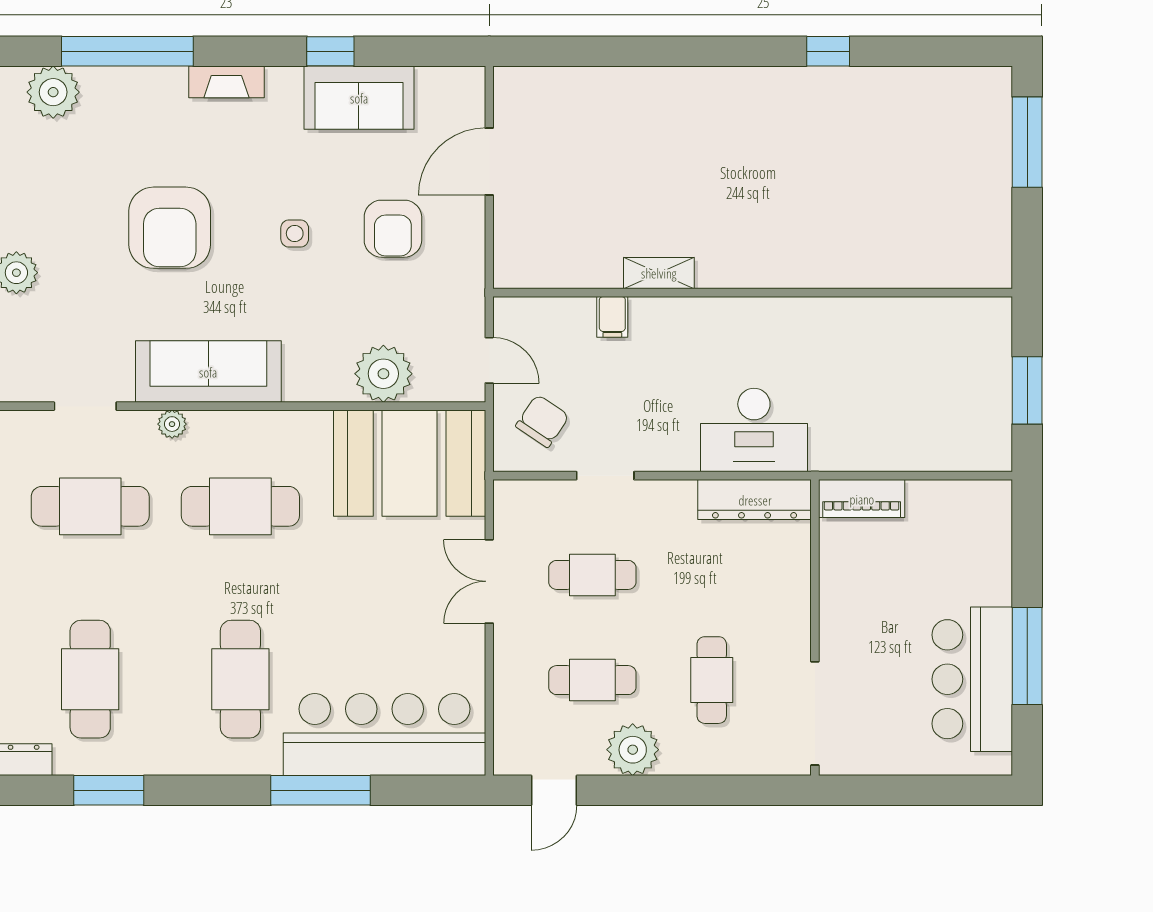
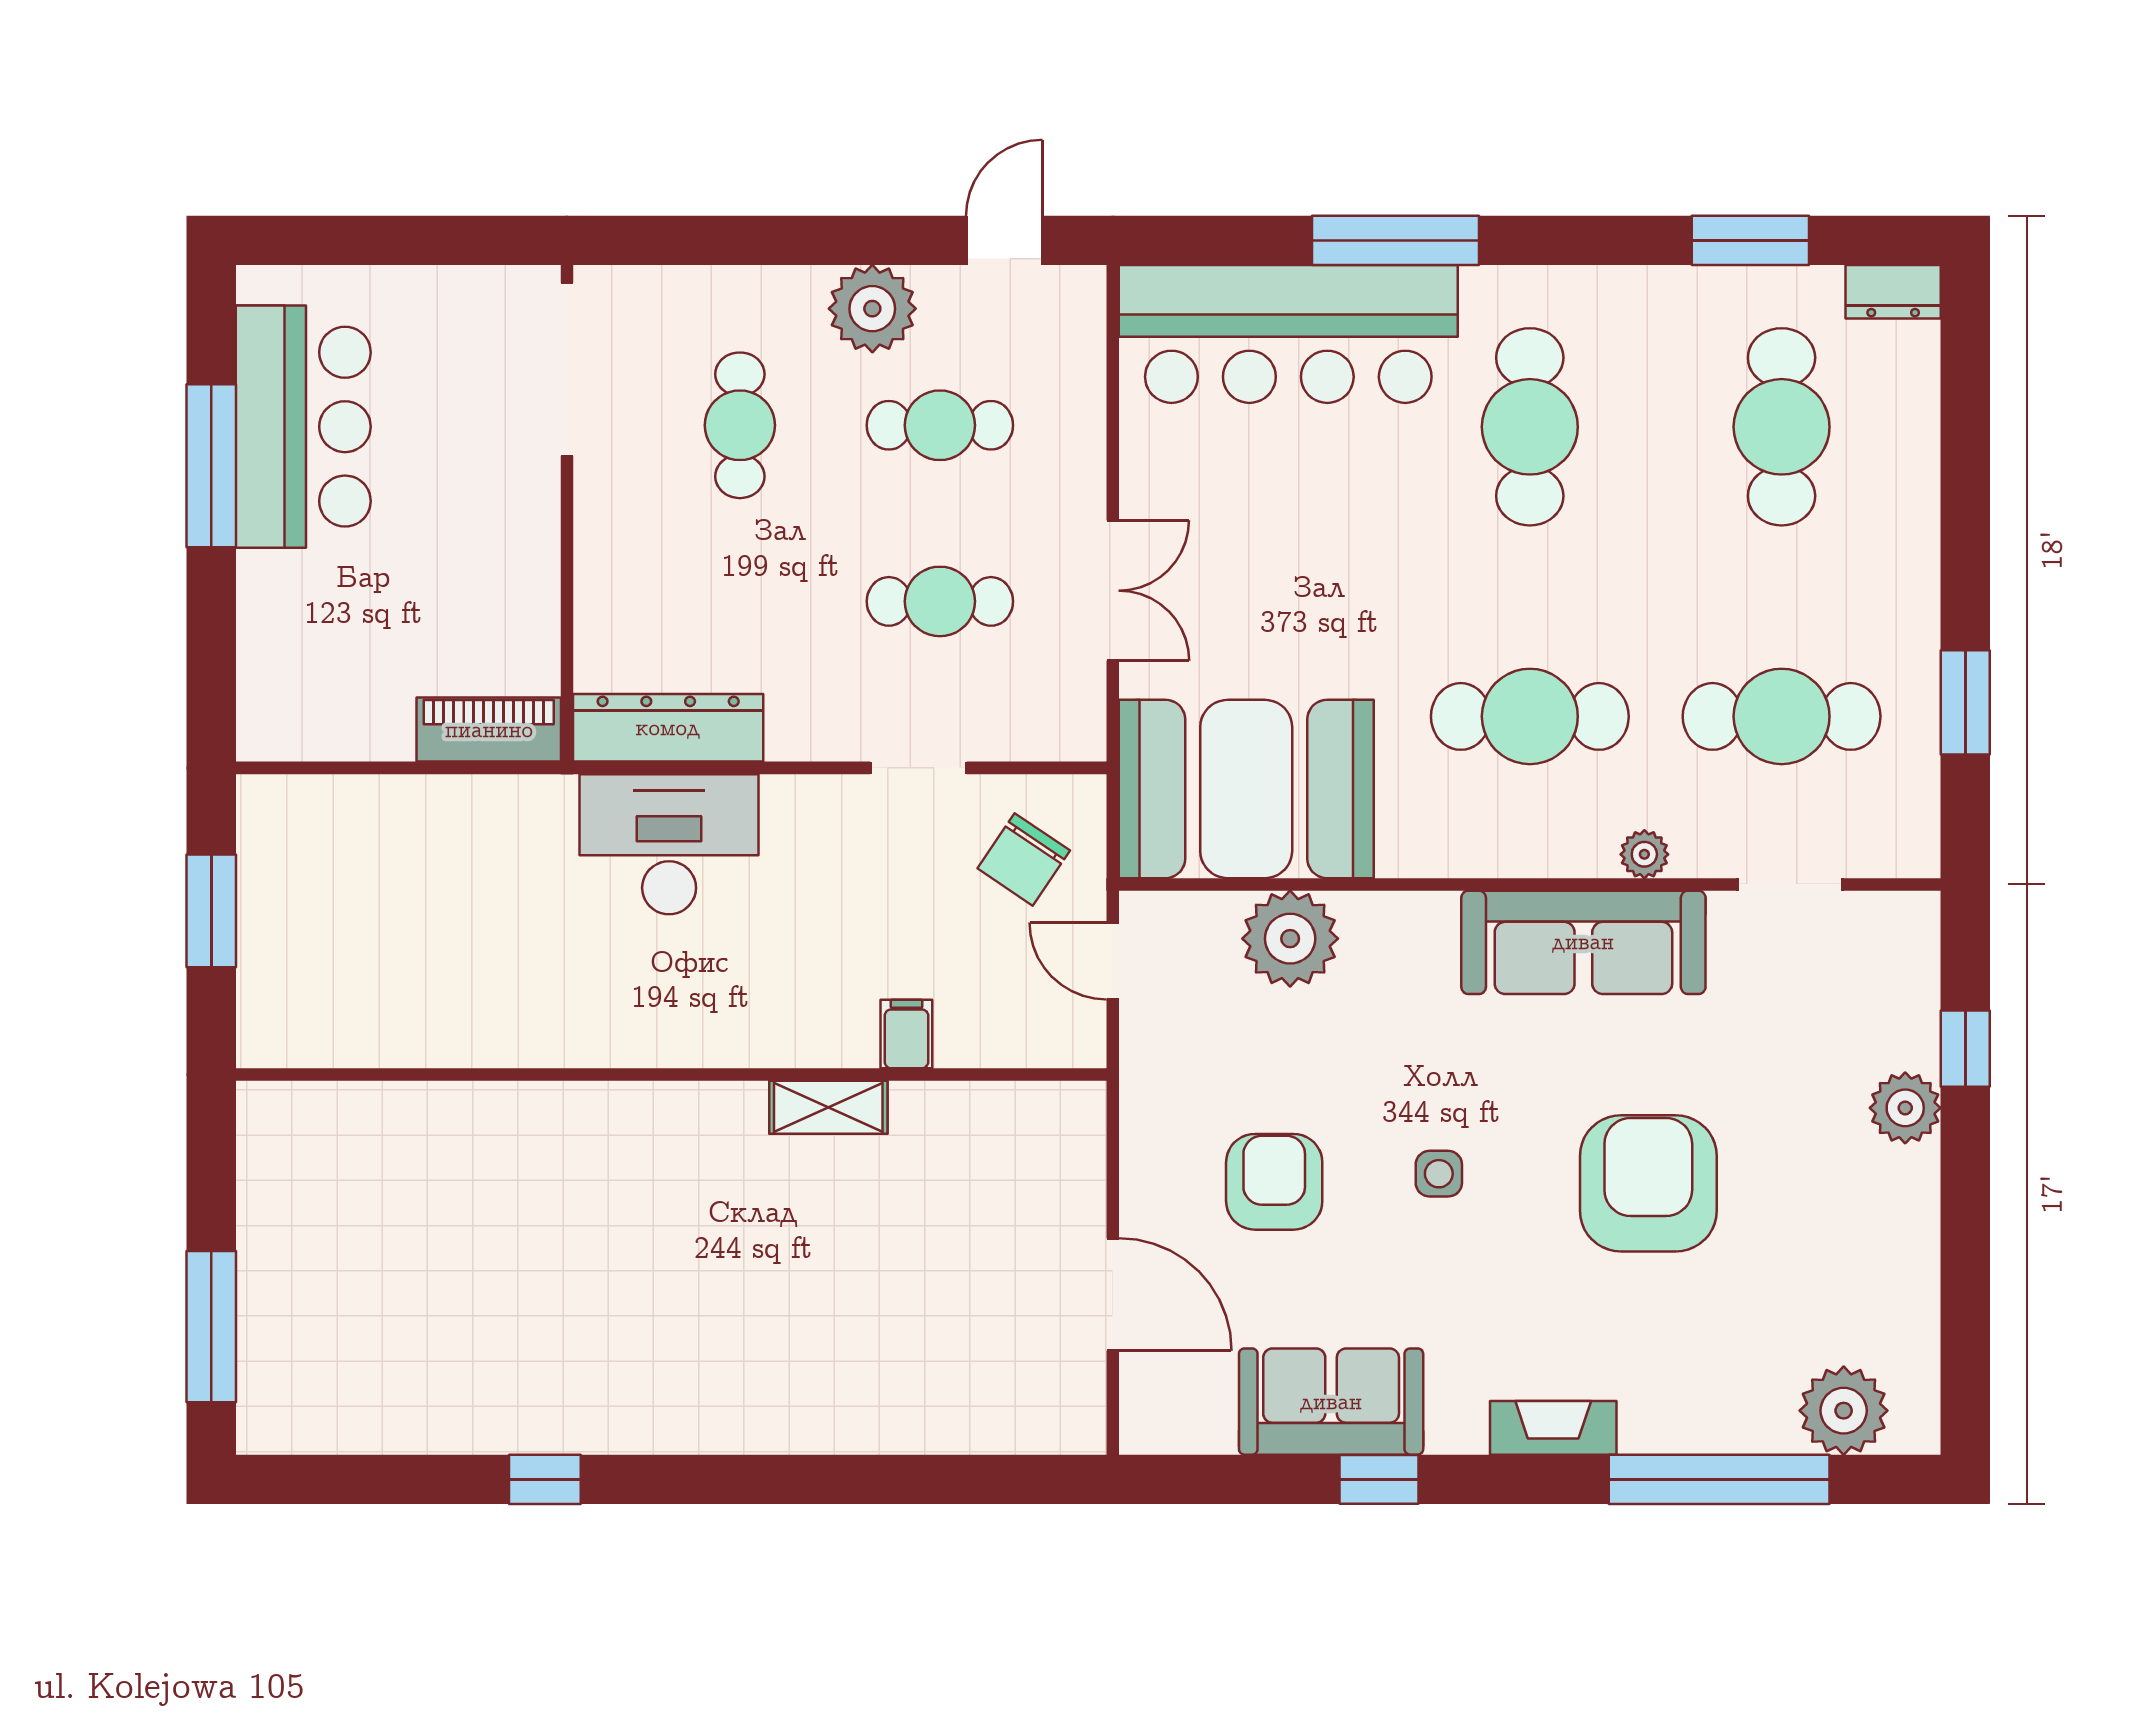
door: (489, 162) -> (1113, 1294), hinge flipped

